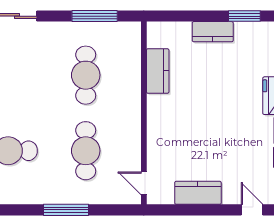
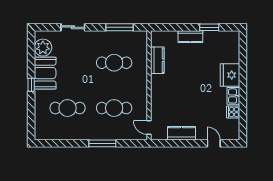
cafe table: (86, 75) -> (114, 63), turned 90
cafe table: (86, 151) -> (114, 108), turned 90

